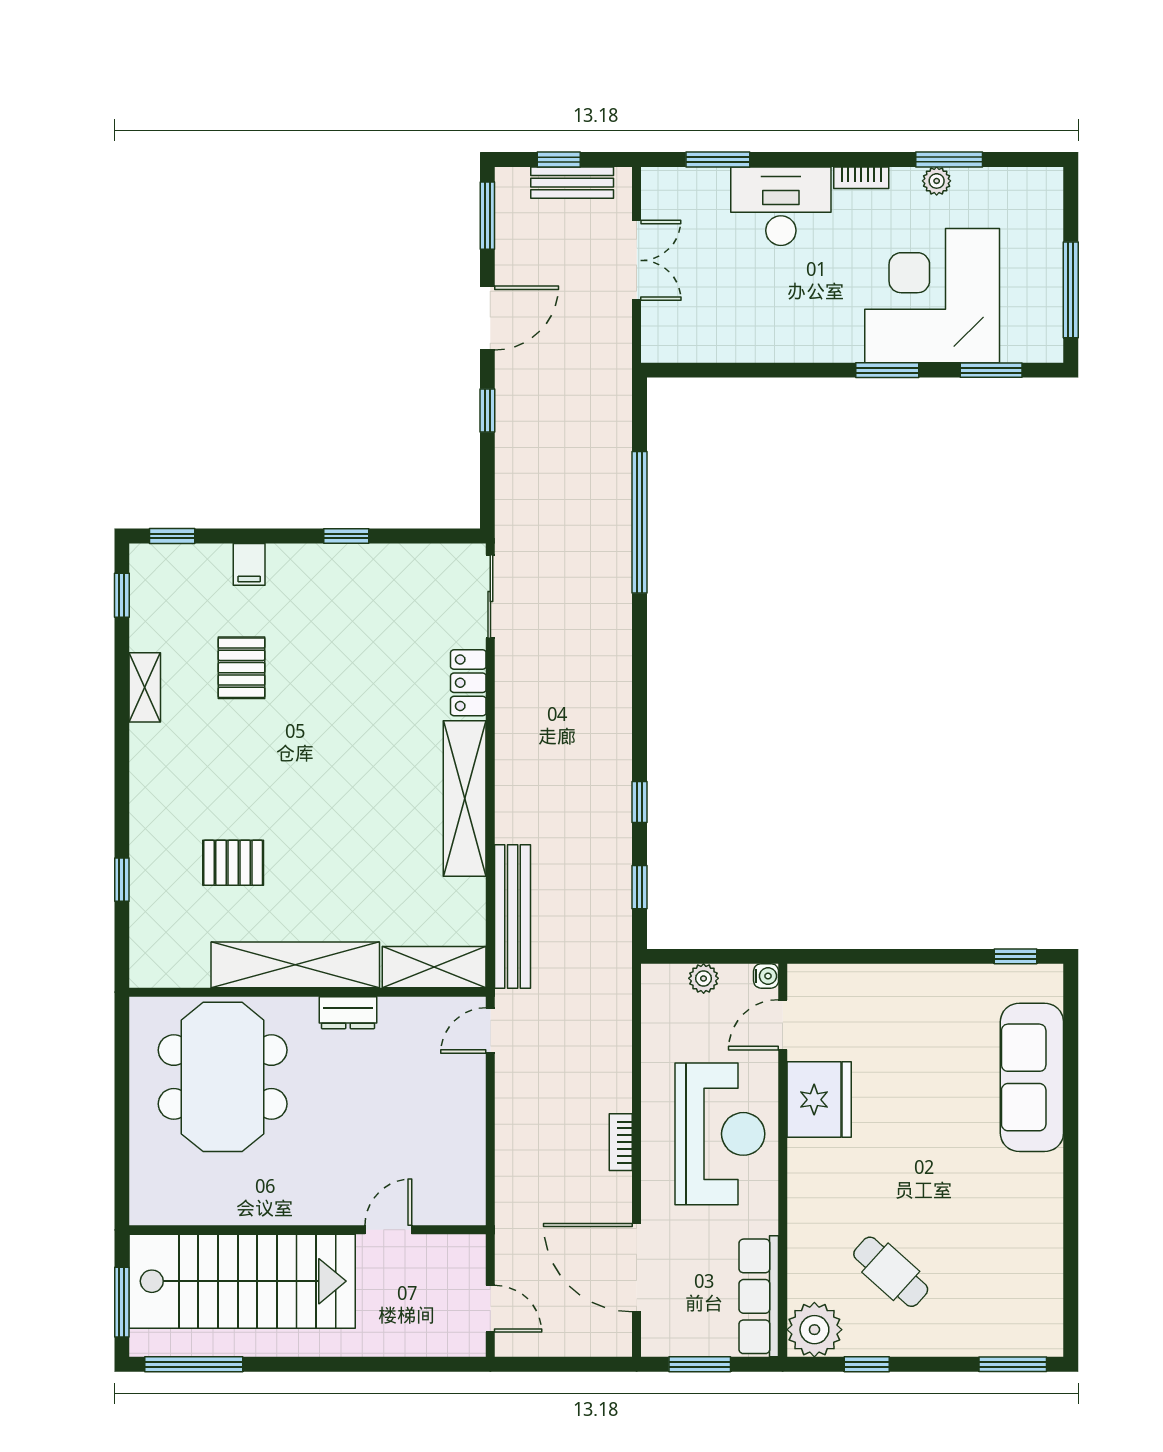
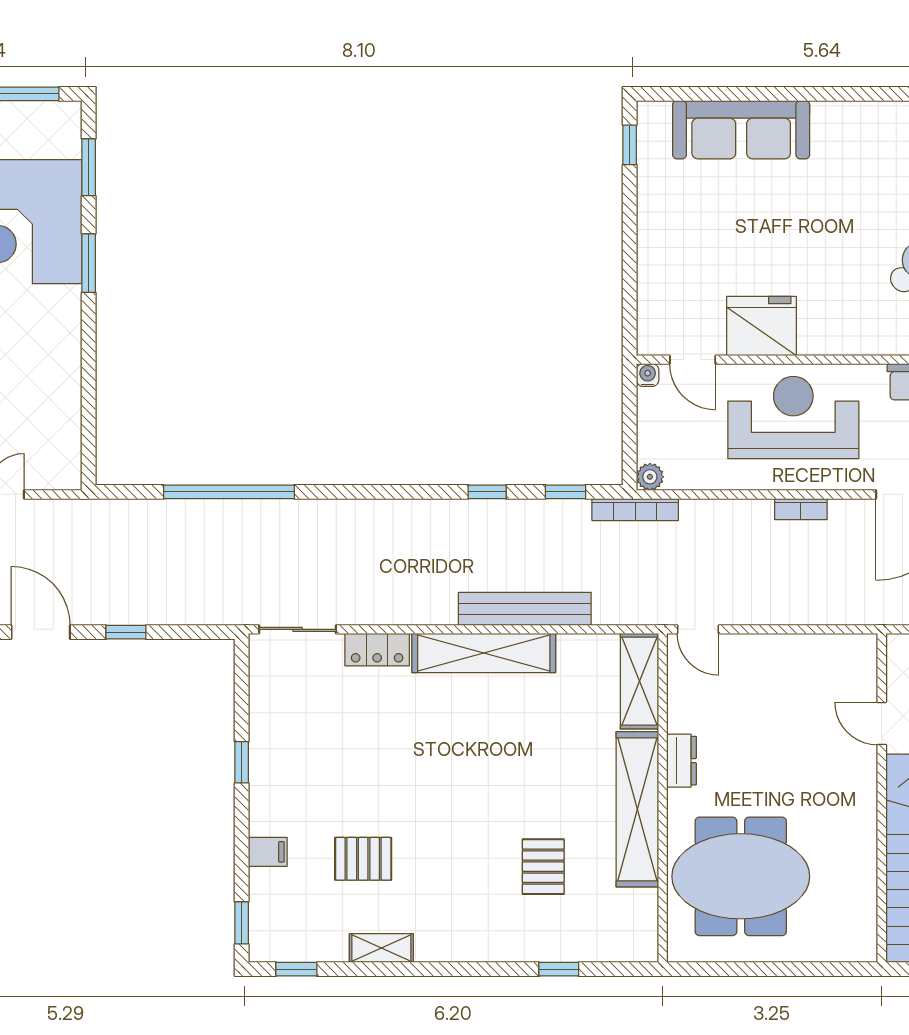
bench: (513, 917) -> (525, 609), moved
bookcase: (620, 962) -> (635, 510), added
plant: (704, 978) -> (650, 477), moved

